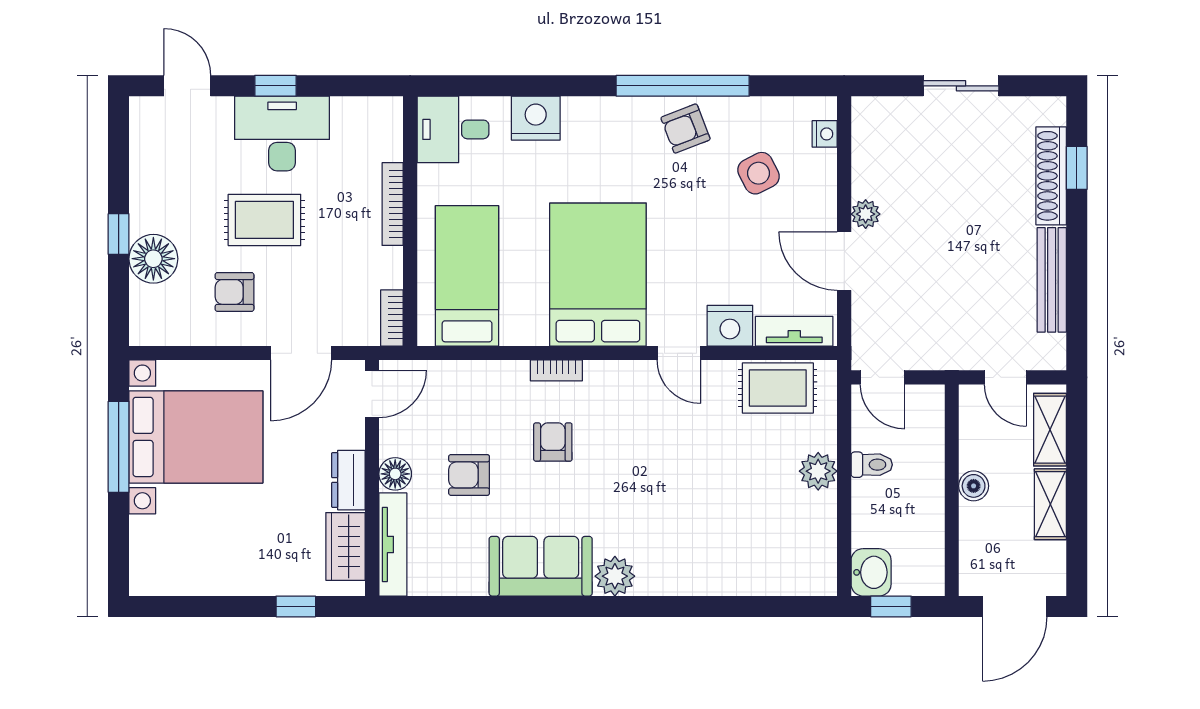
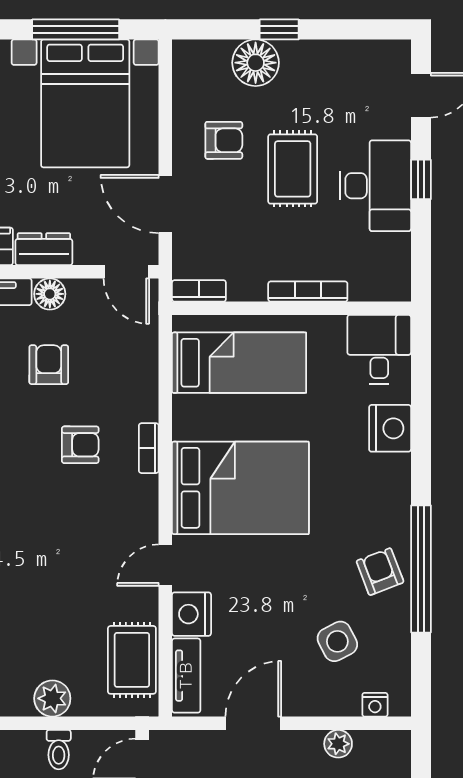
plant: (866, 214) -> (338, 744), moved
armchair: (235, 292) -> (224, 140), turned 90

